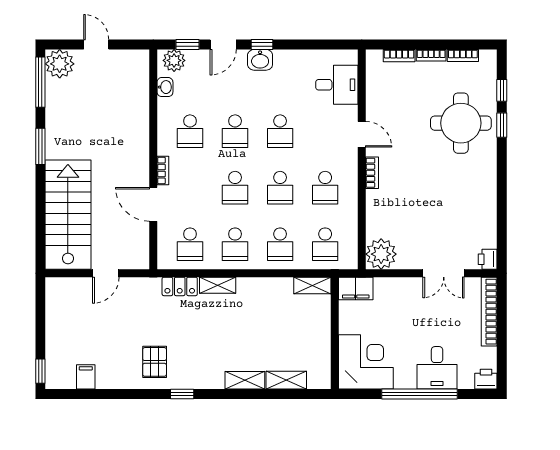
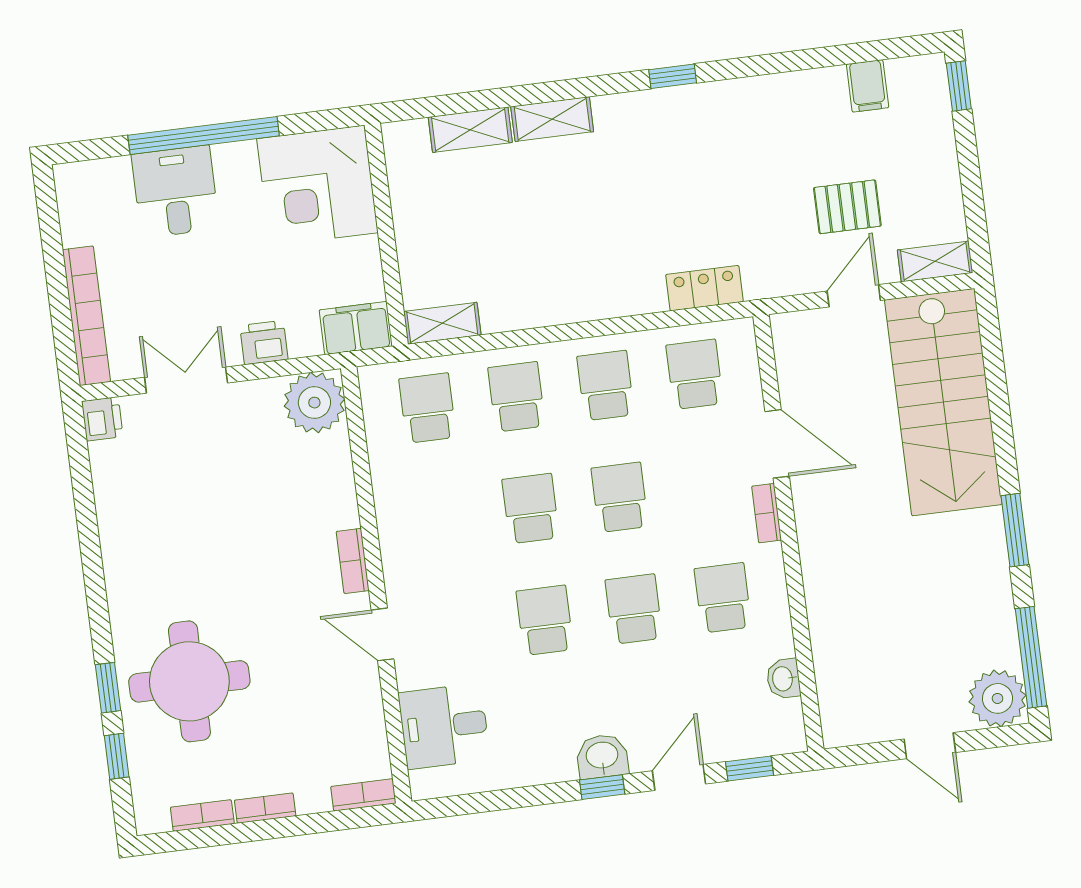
bookcase: (399, 56) -> (363, 795), moved
plant: (174, 60) -> (772, 733), removed
school desk: (325, 188) -> (442, 520), removed
shelving: (218, 285) -> (935, 261), moved
pallet: (155, 362) -> (847, 207), moved, turned 90
printer: (486, 379) -> (264, 342), moved, turned 180

